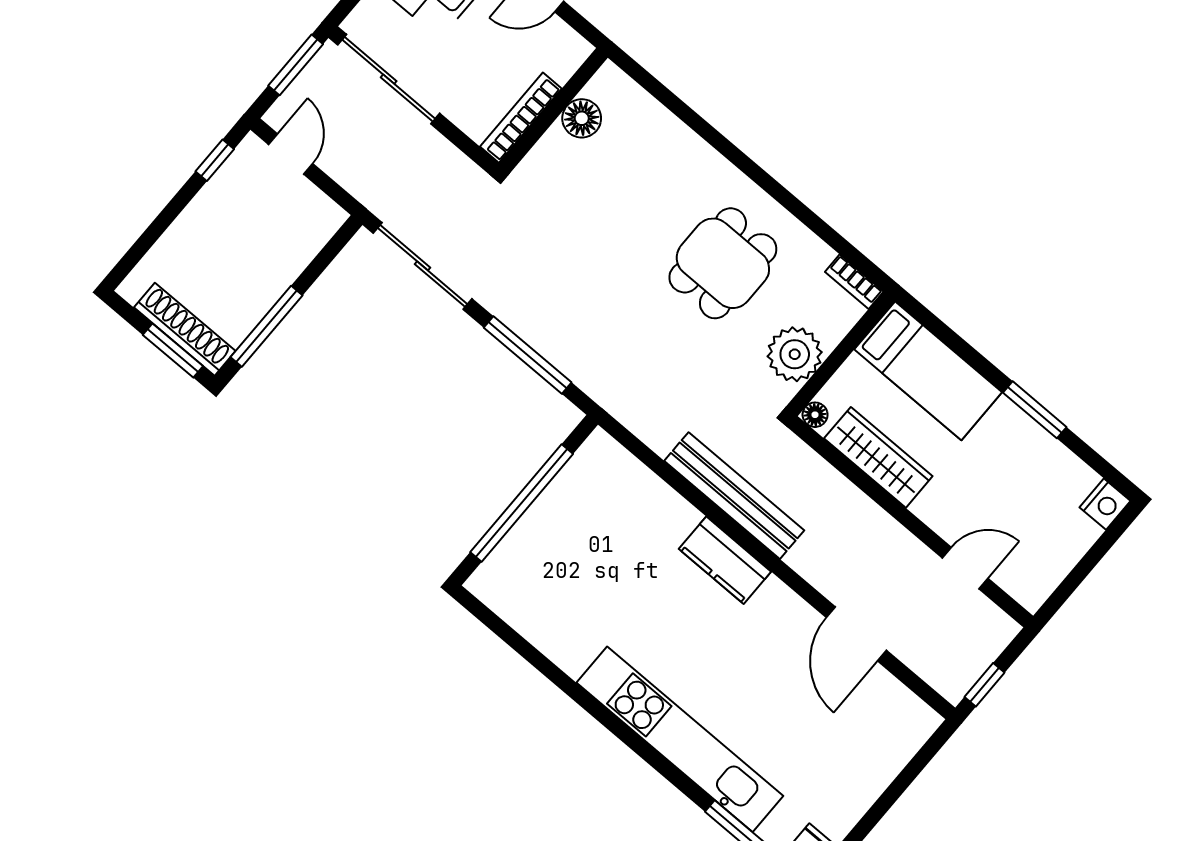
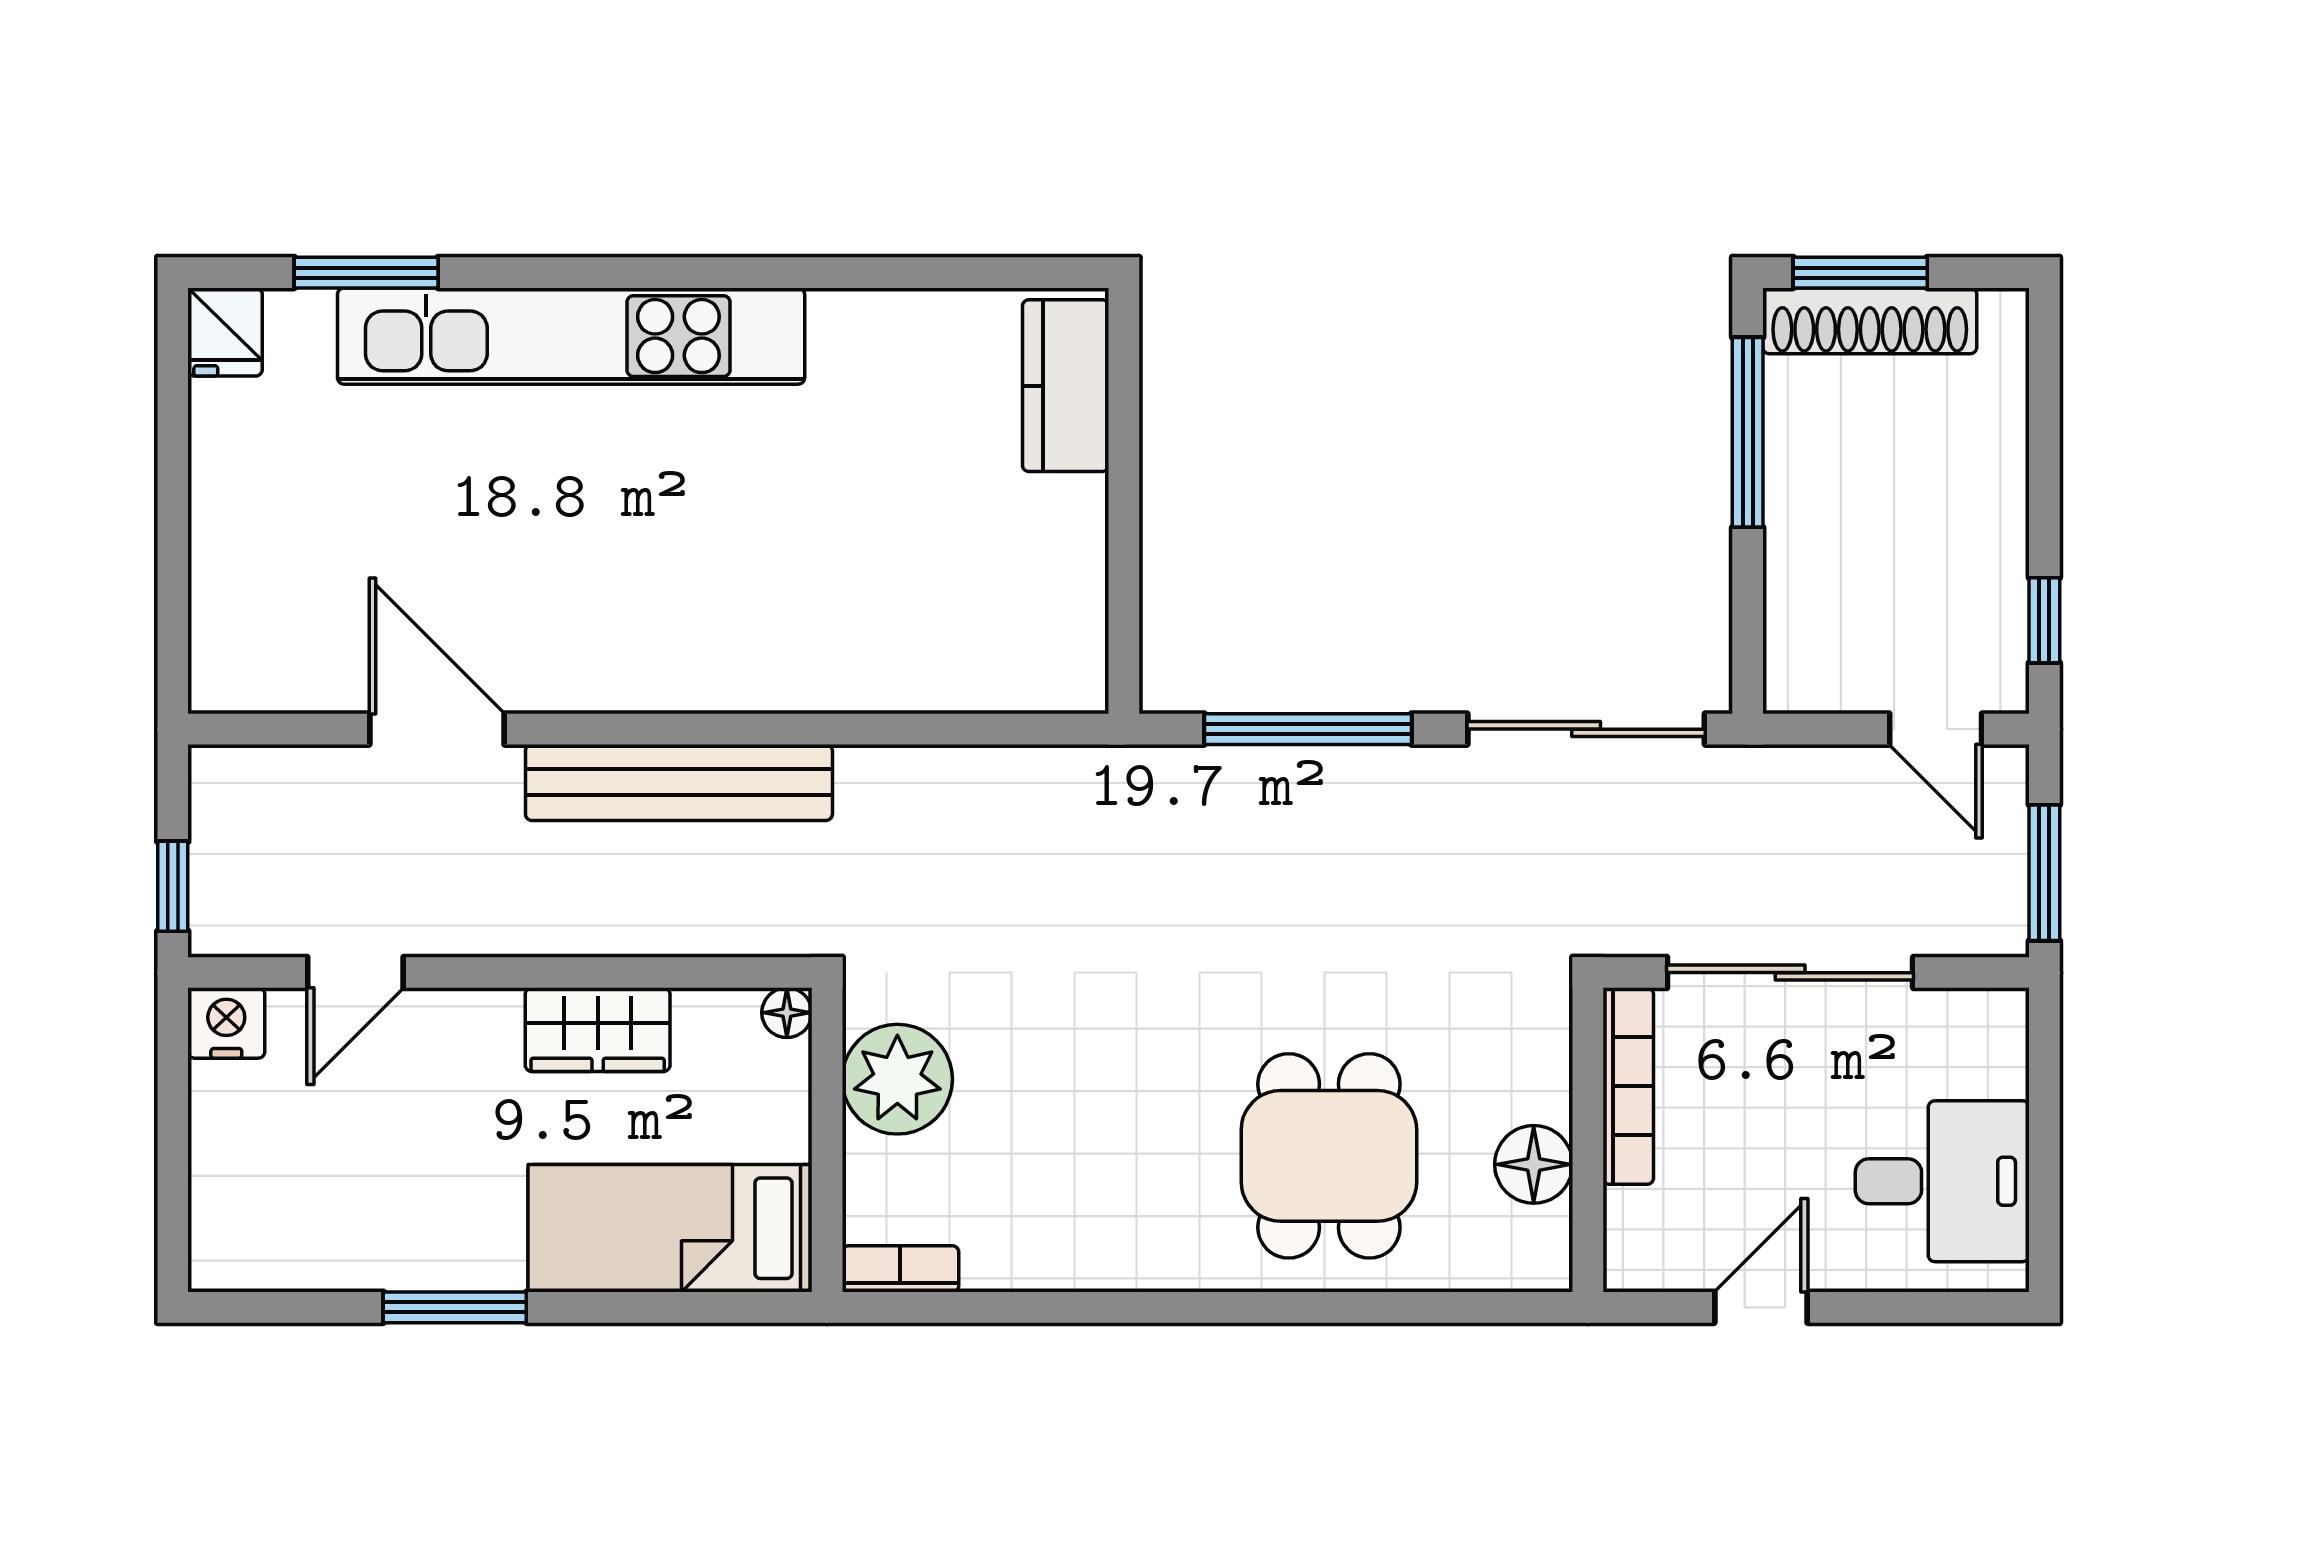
sliding door: (389, 79) -> (1790, 973), moved
dining table: (723, 263) -> (1329, 1156), moved
wardrobe: (878, 457) -> (598, 1030), width x0.67
bench: (734, 496) -> (679, 782), moved
window: (522, 503) -> (1124, 493), removed
nightstand: (1105, 504) -> (226, 1023), moved, turned 90
kitchen counter: (725, 560) -> (1066, 386), moved, turned -90
window: (985, 685) -> (173, 886), moved

